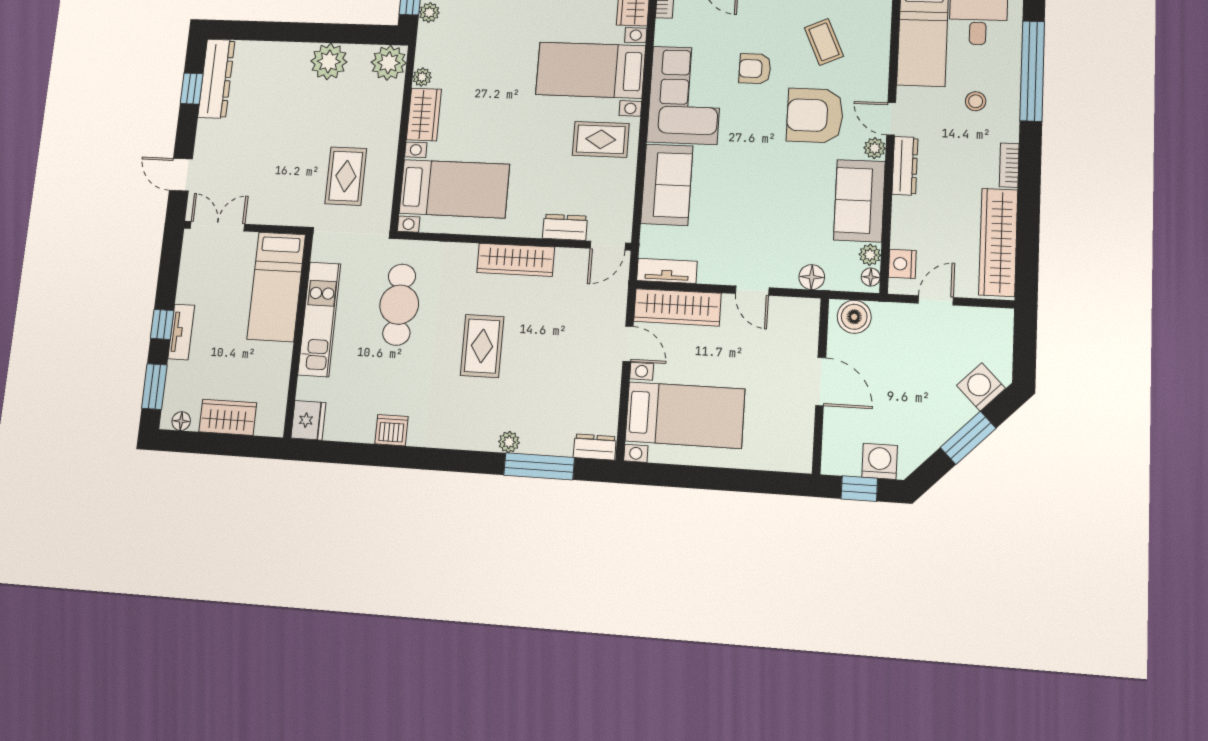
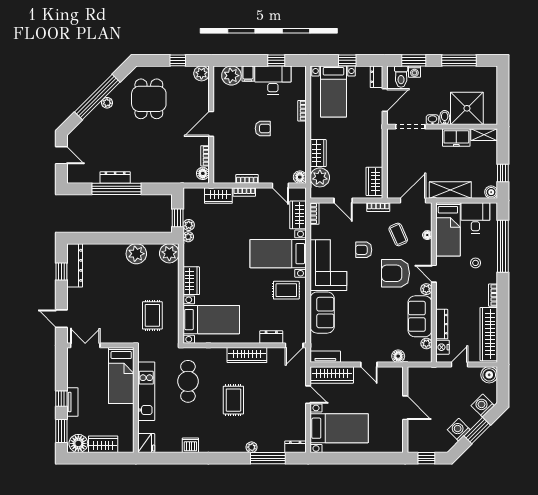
plant: (422, 77) -> (188, 237), moved
dresser: (905, 166) -> (442, 324), moved
floor lamp: (871, 277) -> (427, 235), moved
boiler: (854, 317) -> (489, 375), moved
floor lamp: (181, 421) -> (78, 443), width x1.89, depth x1.89
washing machine: (880, 461) -> (459, 430), moved, turned -45

